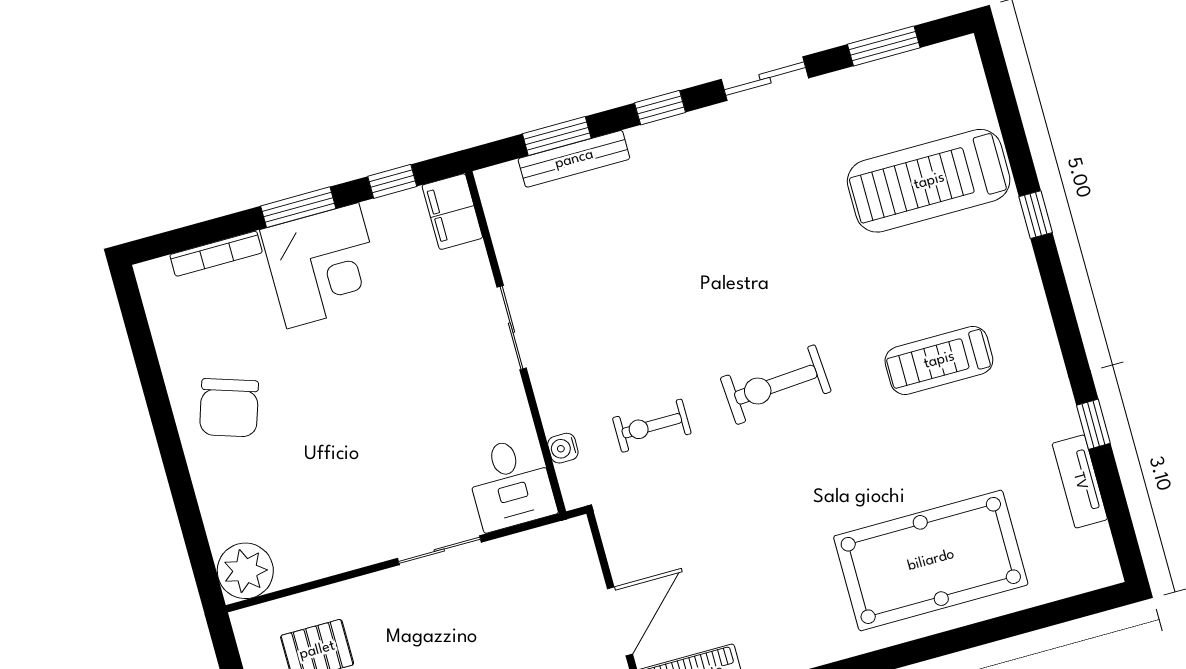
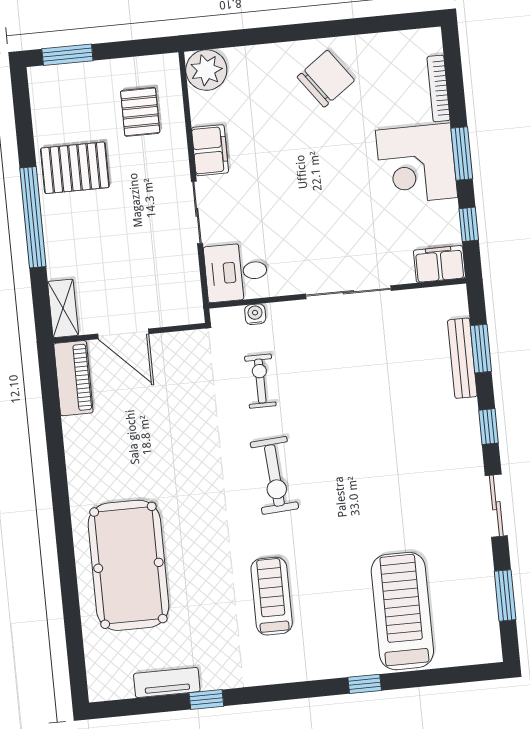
sliding door: (512, 328) -> (348, 292), width x1.37
exercise bike: (776, 385) -> (274, 475), turned 180
chair: (229, 408) -> (326, 79), turned 126
filing cabinet: (352, 547) -> (210, 150), added

